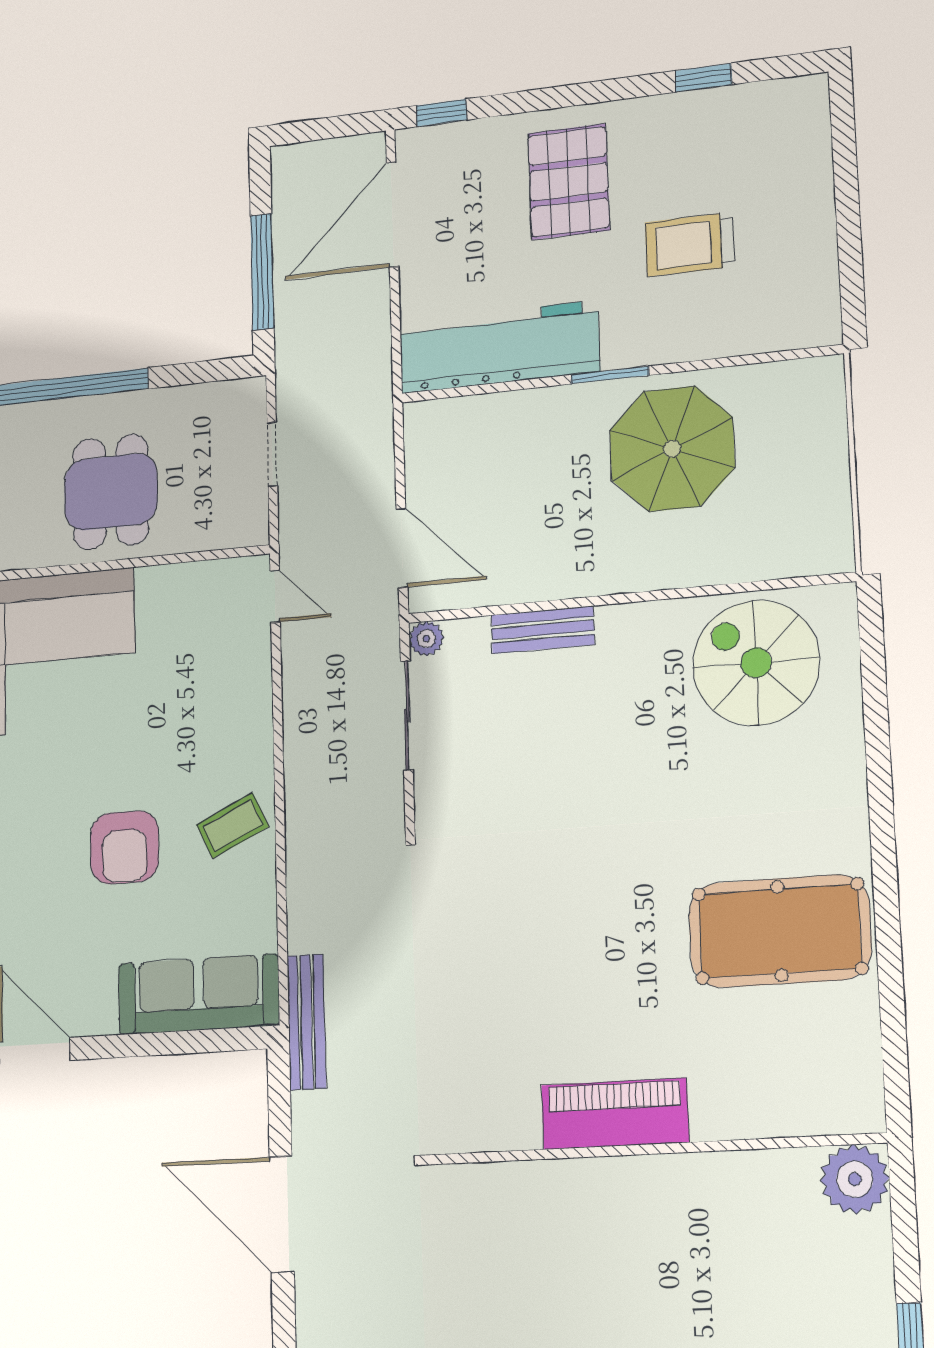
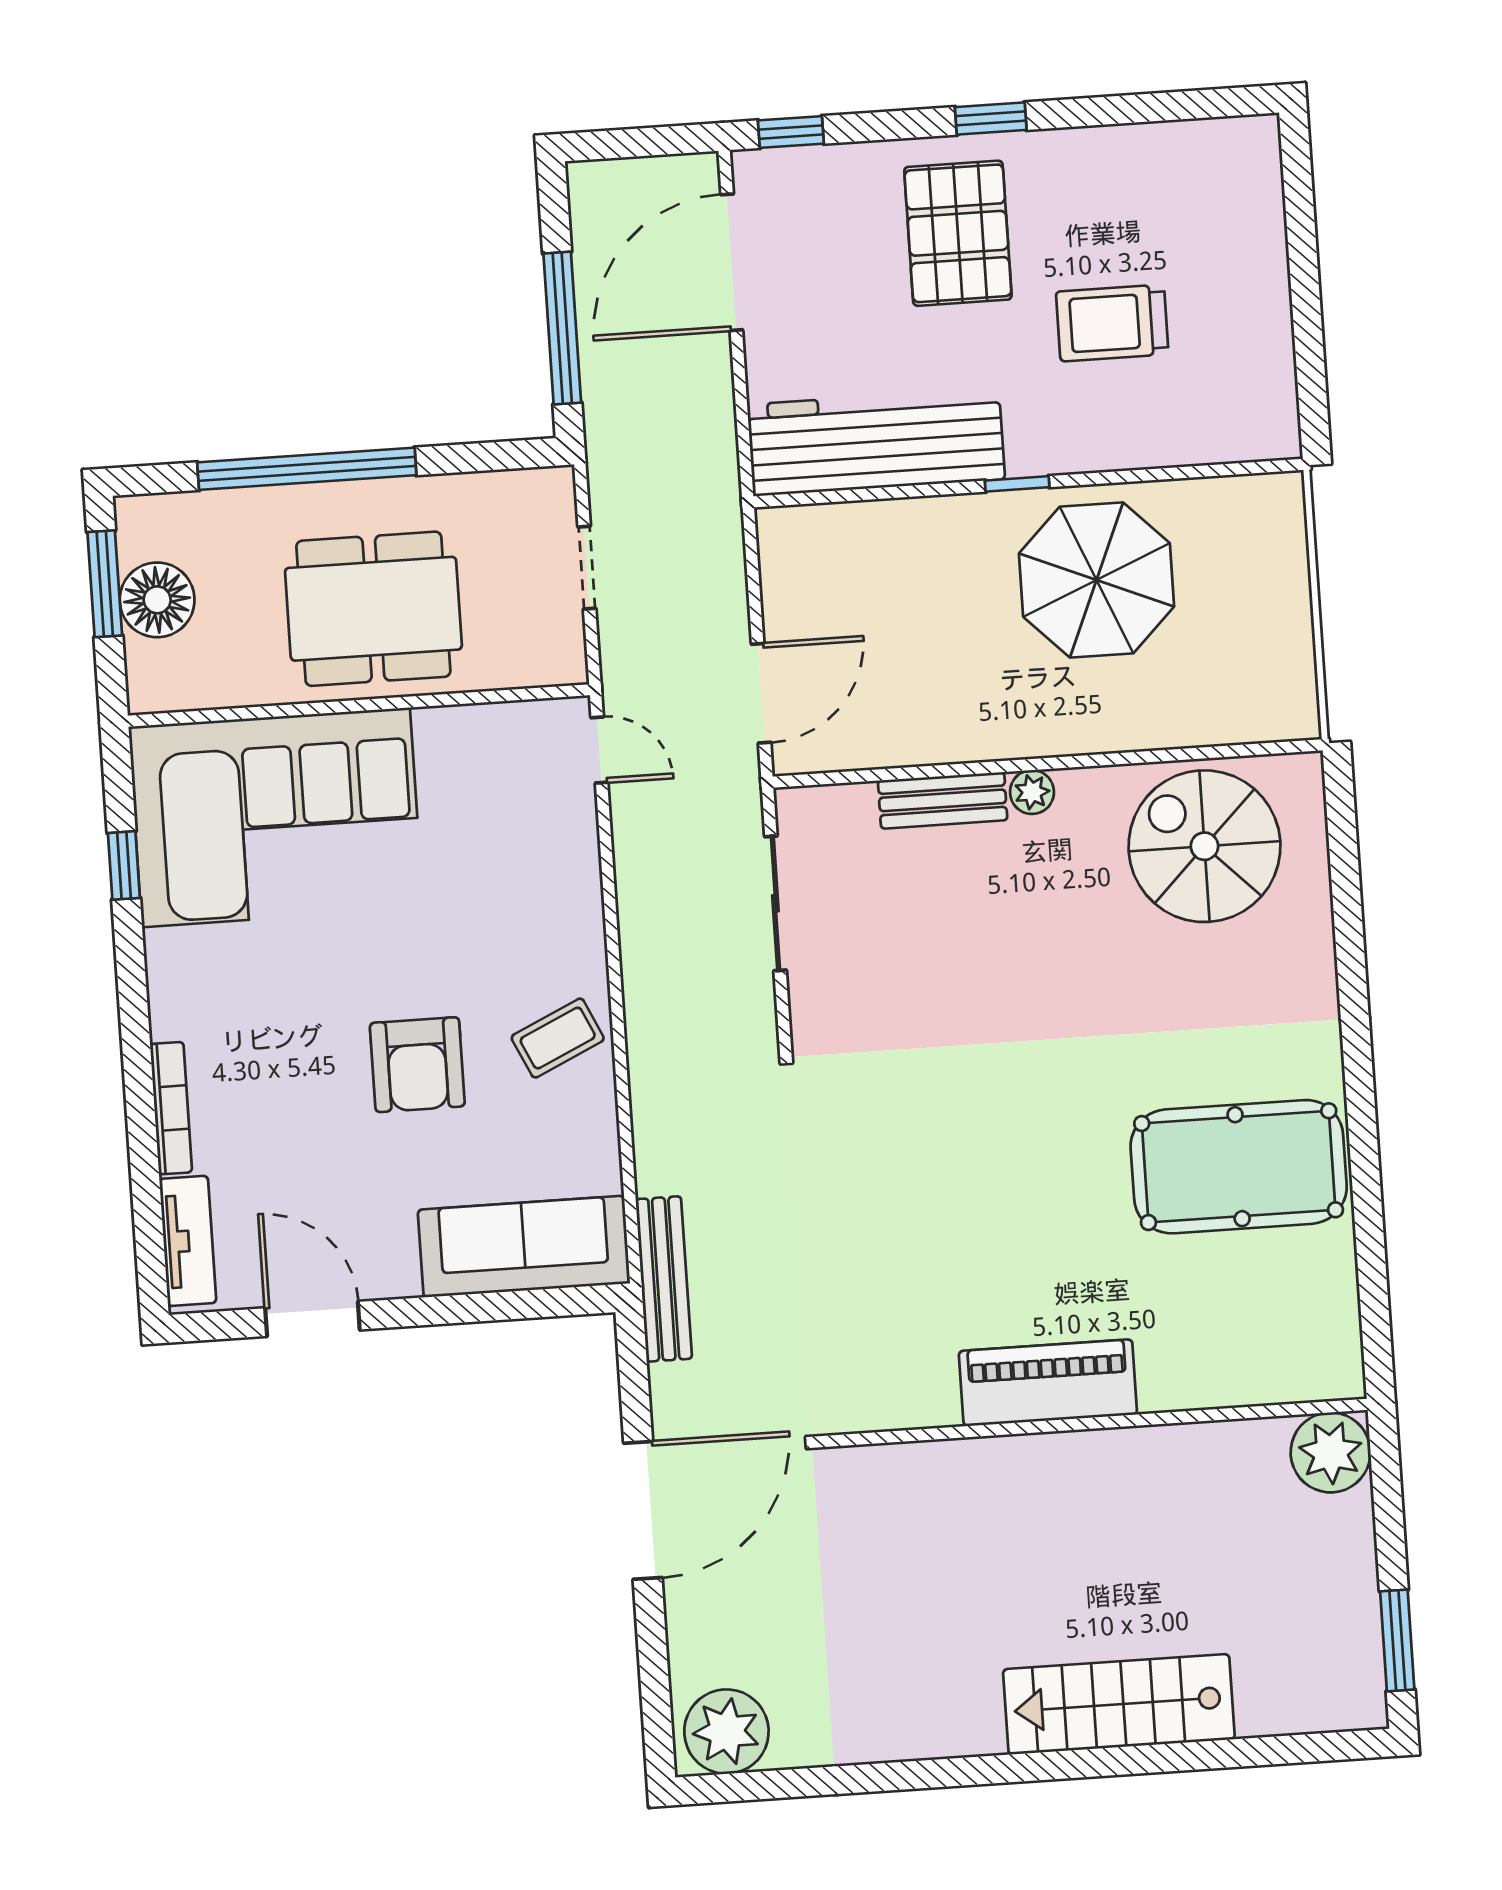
window: (703, 78) -> (991, 118), moved
window: (610, 375) -> (1017, 484), width x0.67
dining table: (111, 492) -> (373, 609), width x1.38
door: (402, 548) -> (761, 693), hinge flipped
plant: (426, 639) -> (1032, 792), moved
door: (282, 1214) -> (643, 1510), swing flipped

